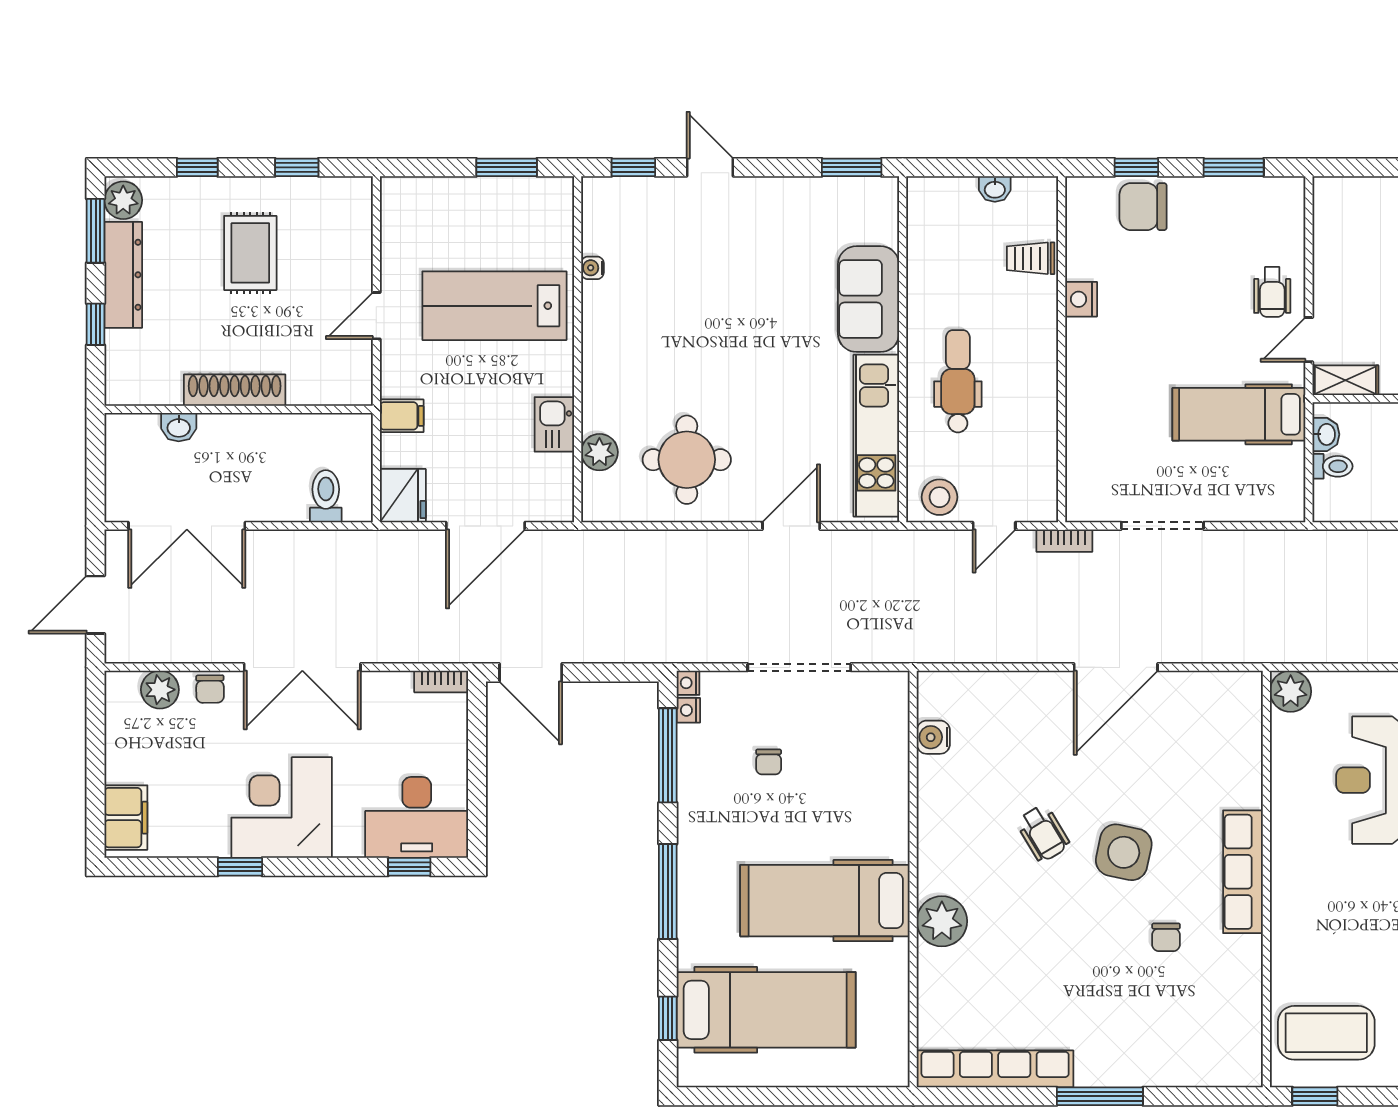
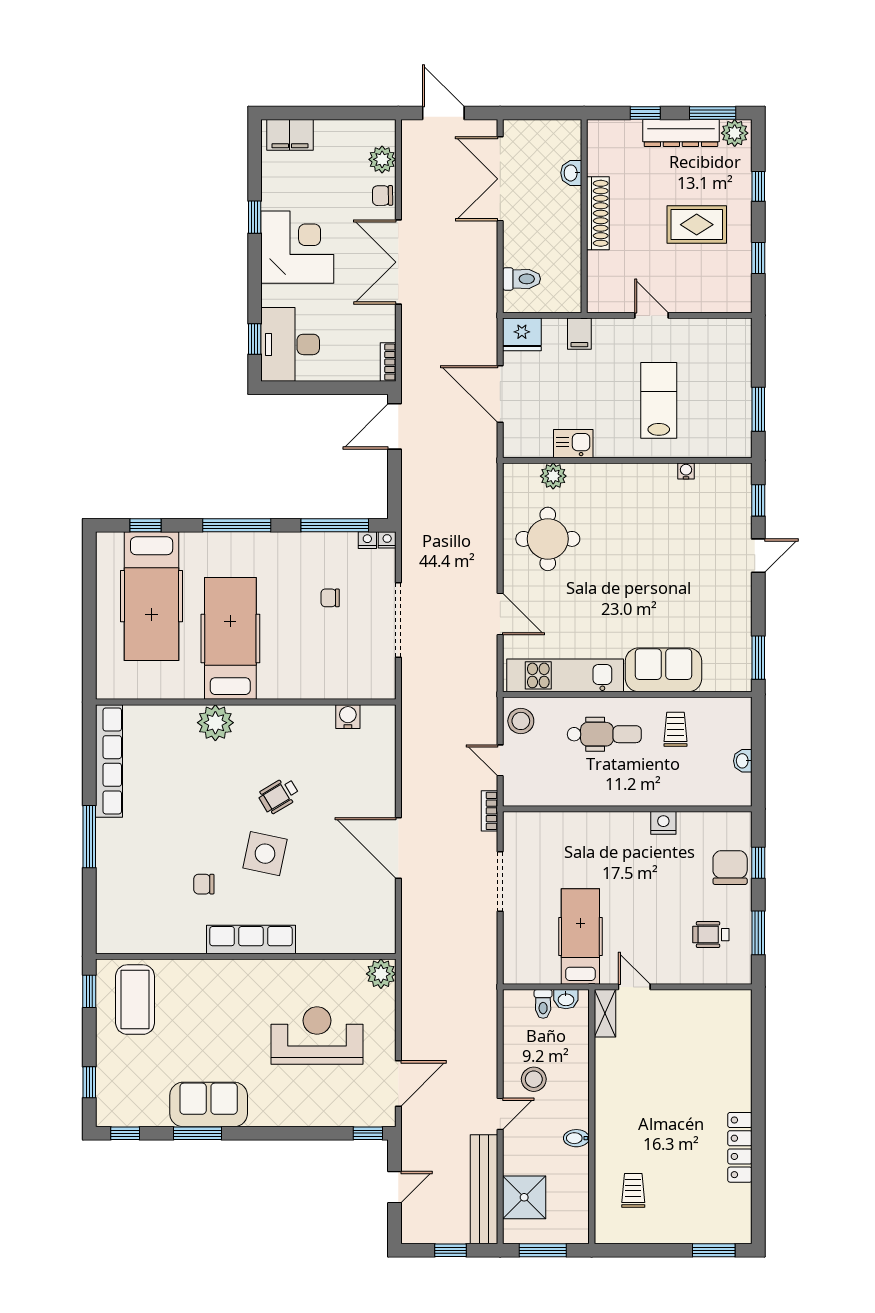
trolley: (1031, 258) -> (675, 729), moved
wheelchair: (1272, 292) -> (711, 935), moved
lab bench: (494, 306) -> (659, 400), width x0.73, depth x0.72

